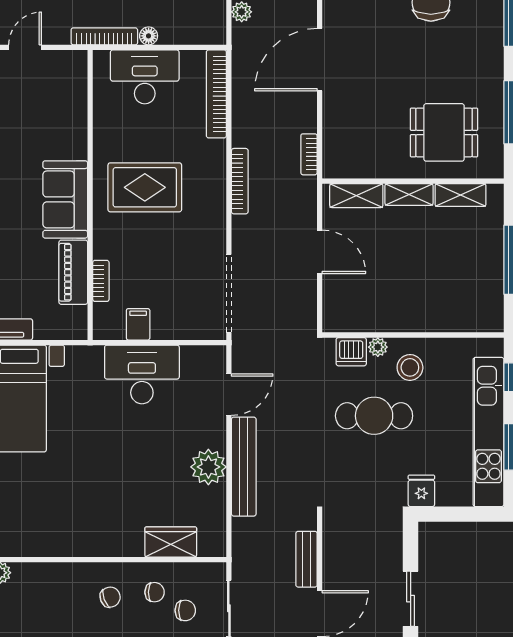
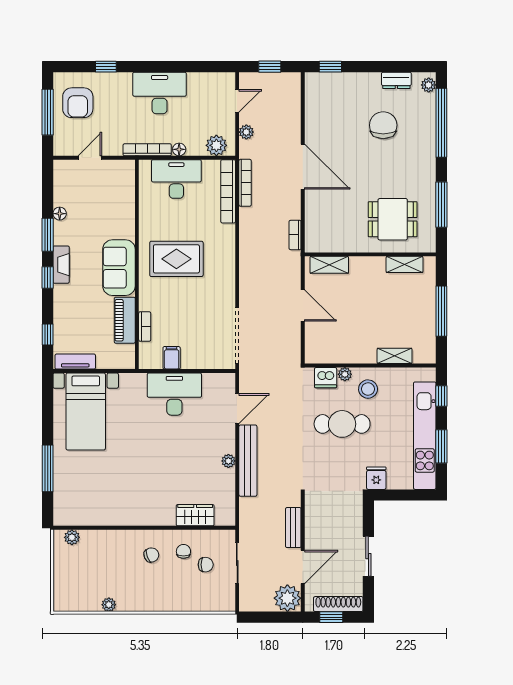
plant: (200, 30) -> (216, 145), added
door: (320, 60) -> (303, 167), swing flipped
bookcase: (240, 181) -> (245, 183), moved
shelving: (409, 194) -> (395, 356), moved
plant: (208, 467) -> (228, 461), width x0.53, depth x0.53
chair: (155, 592) -> (183, 551), turned -91

